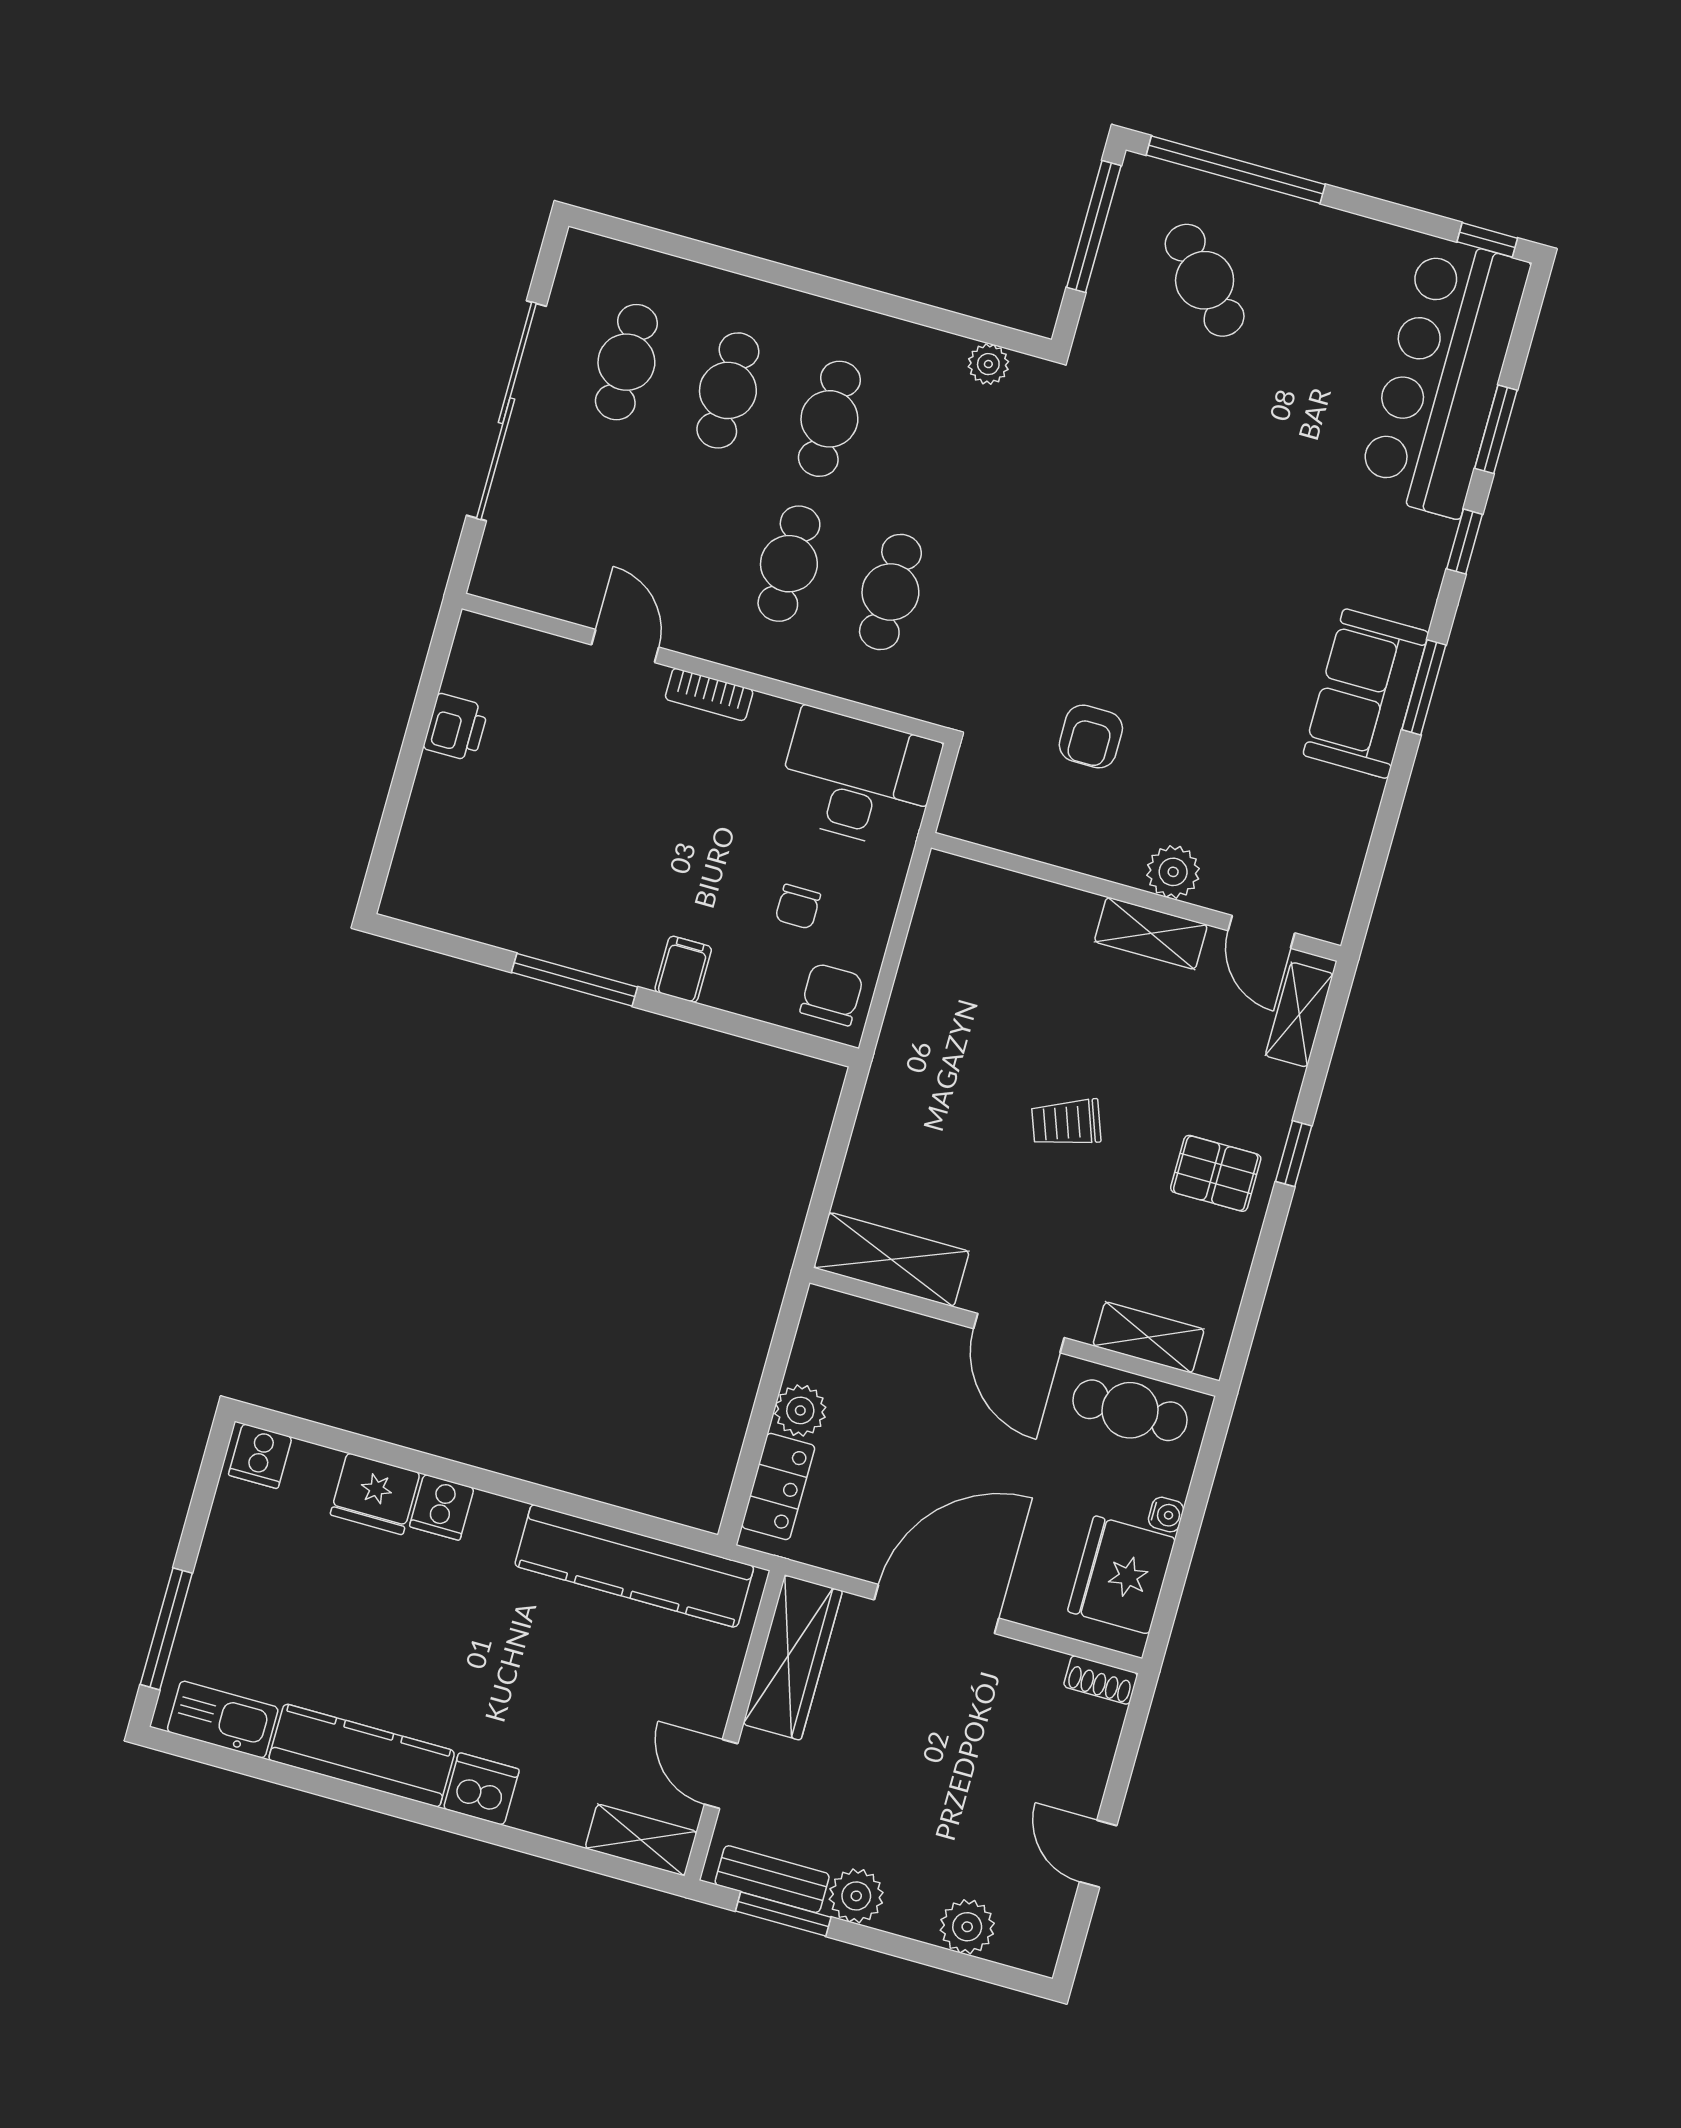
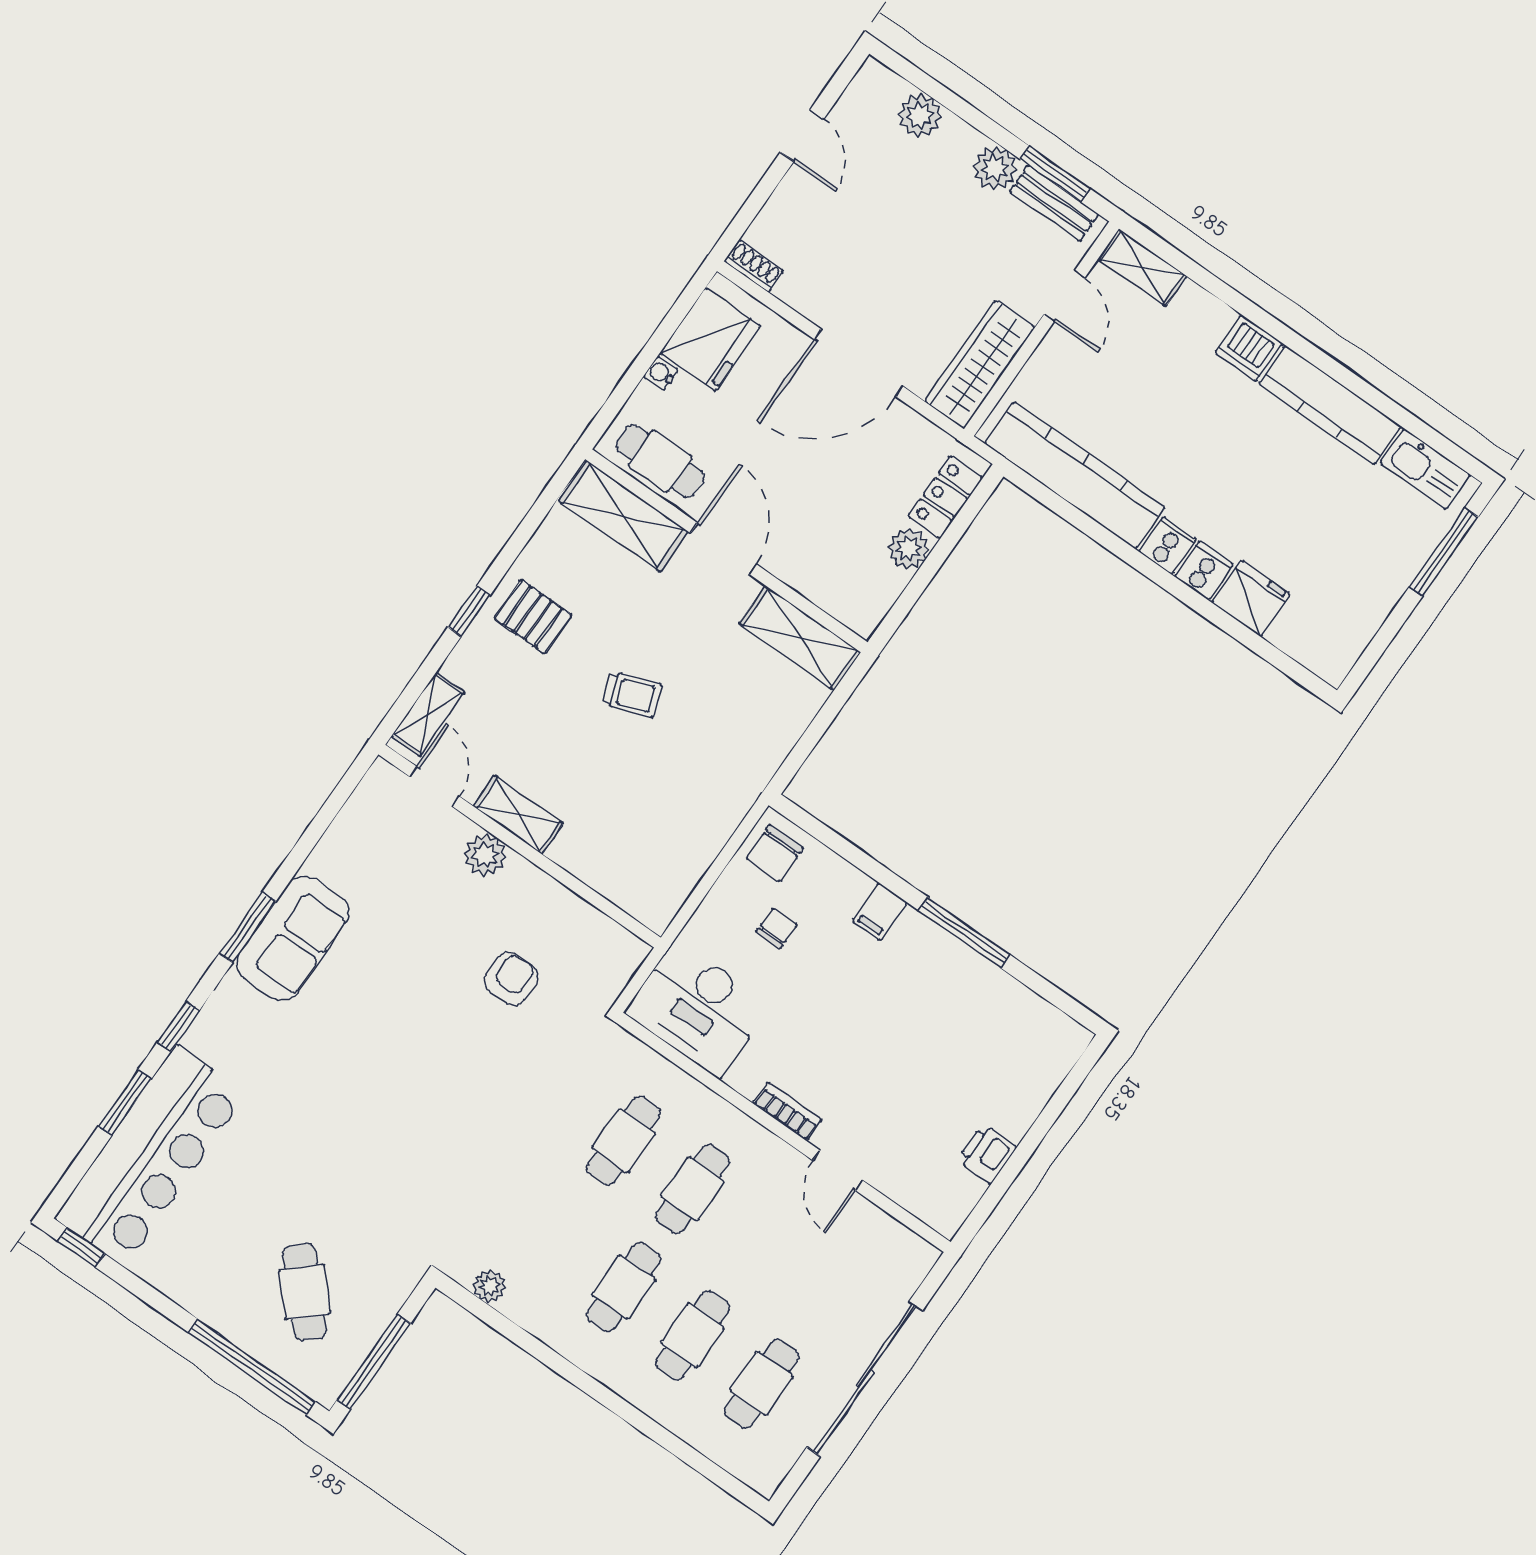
shelving: (1149, 1337) -> (623, 516), width x1.50, depth x1.33
cooker: (260, 1456) -> (1167, 545), moved

